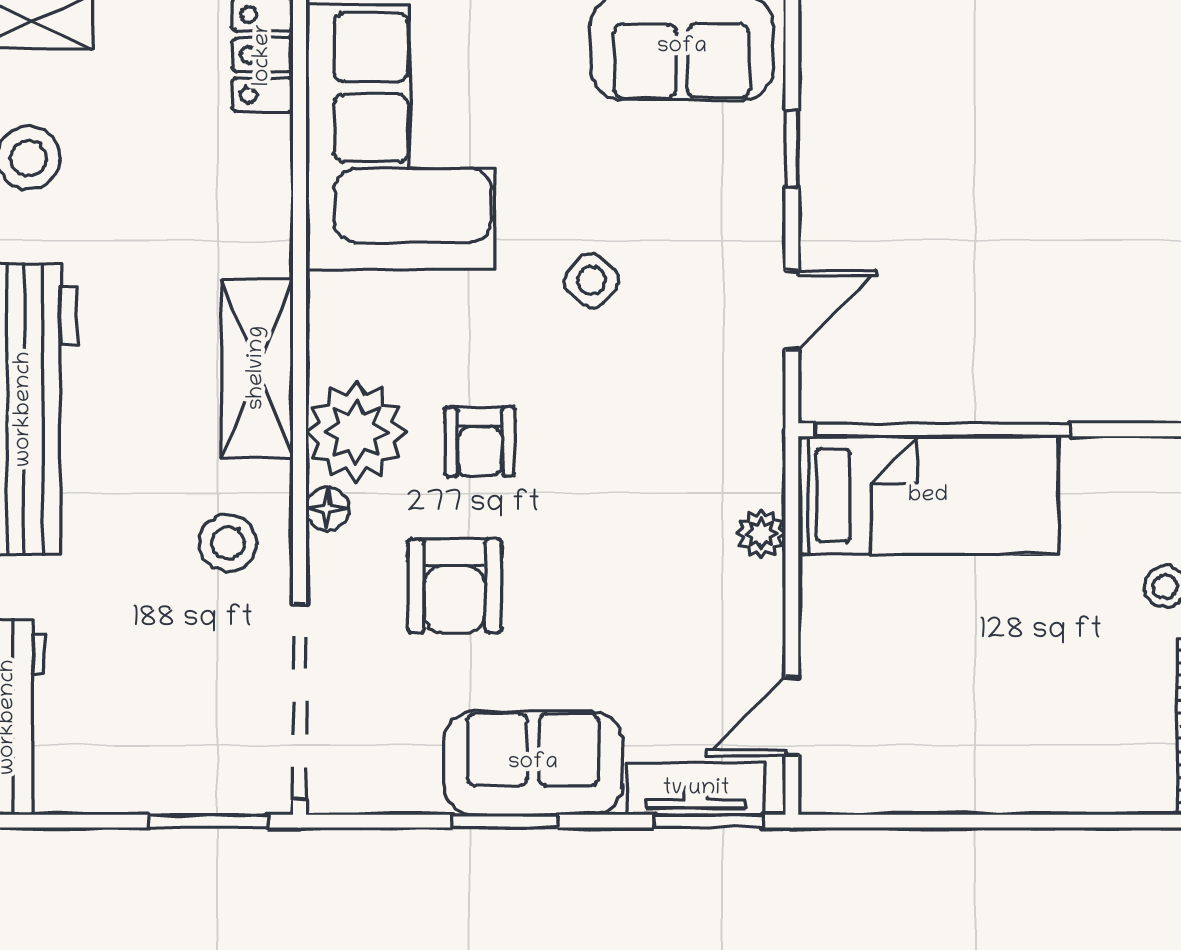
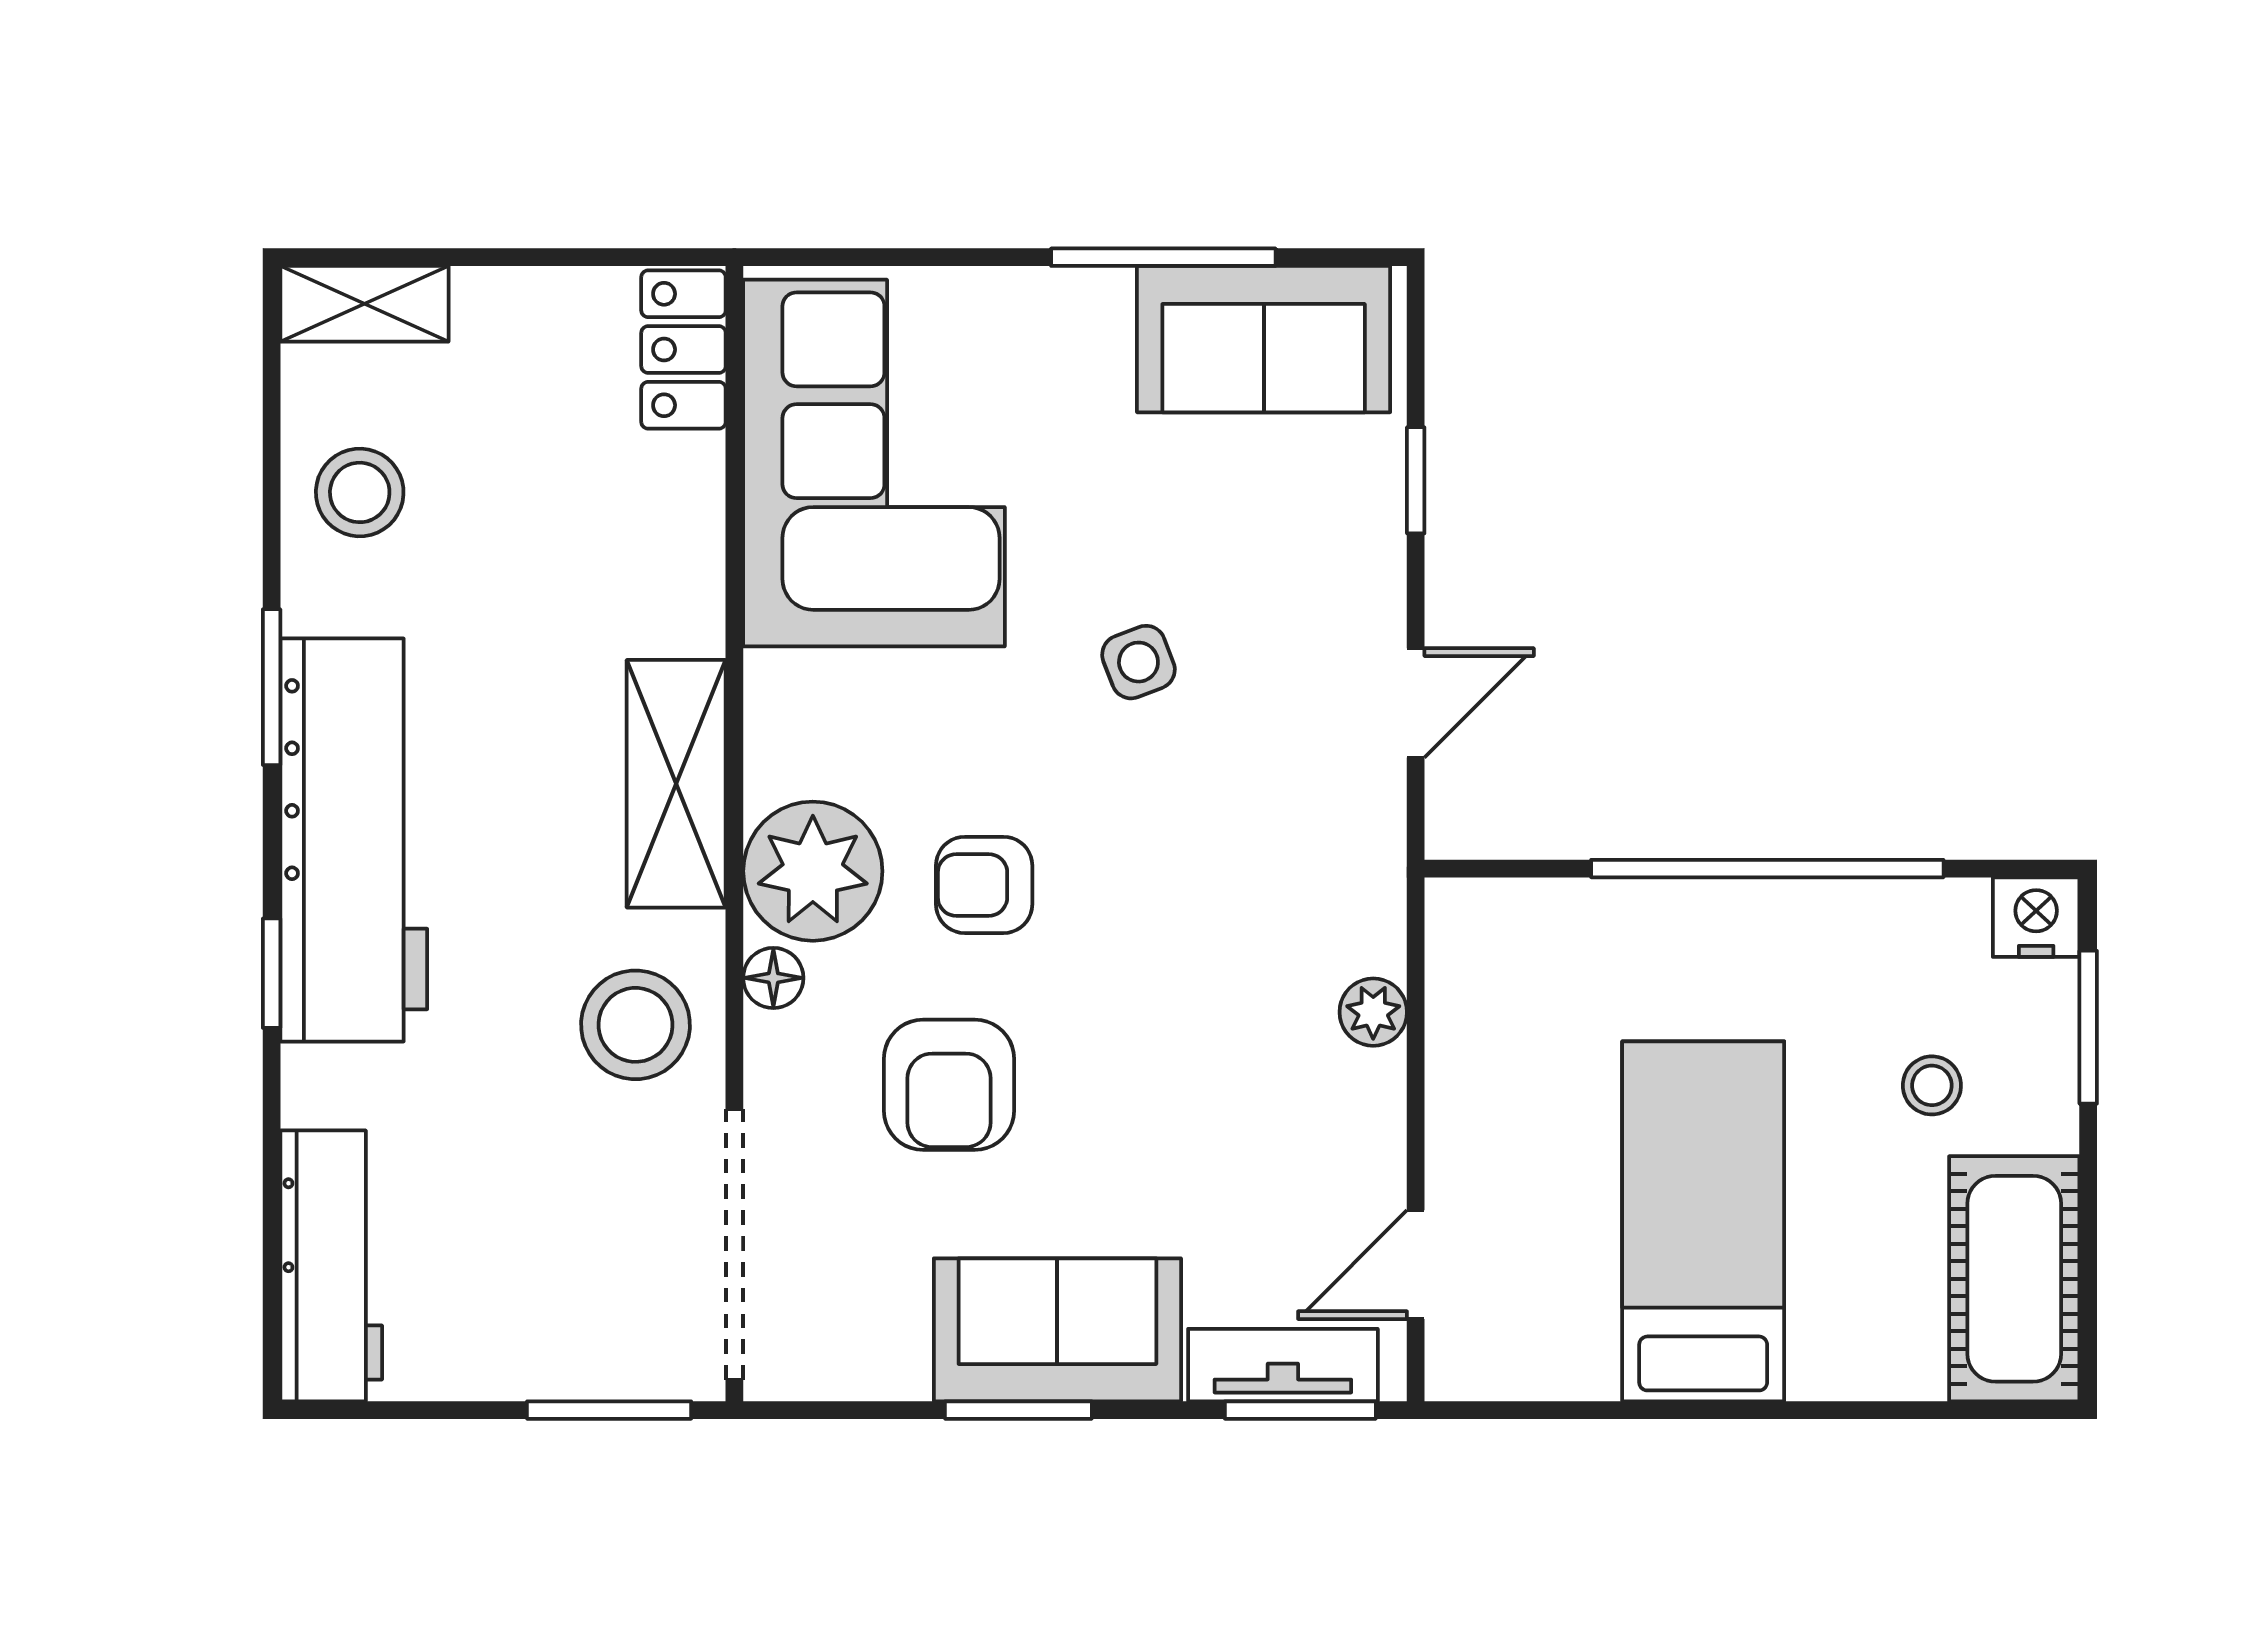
side table: (592, 281) -> (1138, 662), turned 30
window: (943, 430) -> (1767, 869), moved
armchair: (480, 442) -> (984, 885), turned 90
bed: (928, 496) -> (1703, 1221), moved, turned -90
stool: (228, 543) -> (635, 1025), width x1.38, depth x1.38

